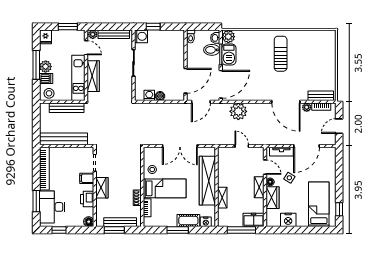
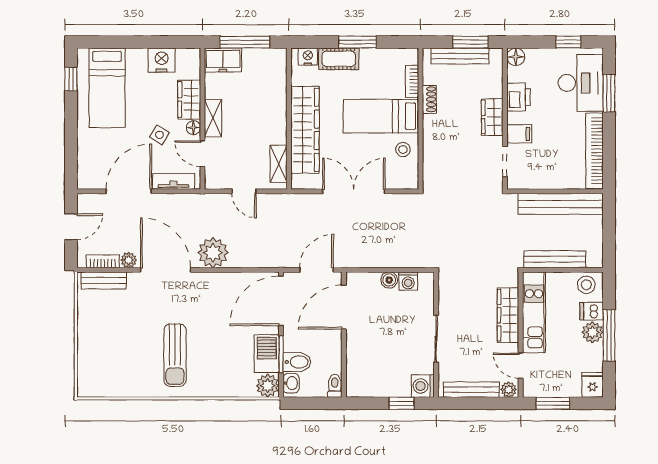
plant: (238, 111) -> (213, 253), moved
shelving: (222, 198) -> (279, 164), moved

